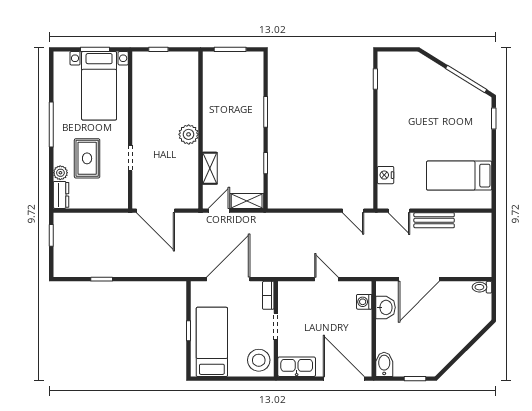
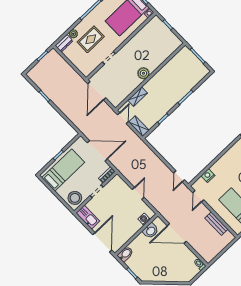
door: (219, 211) -> (123, 118), hinge flipped
bench: (434, 220) -> (216, 224), moved

